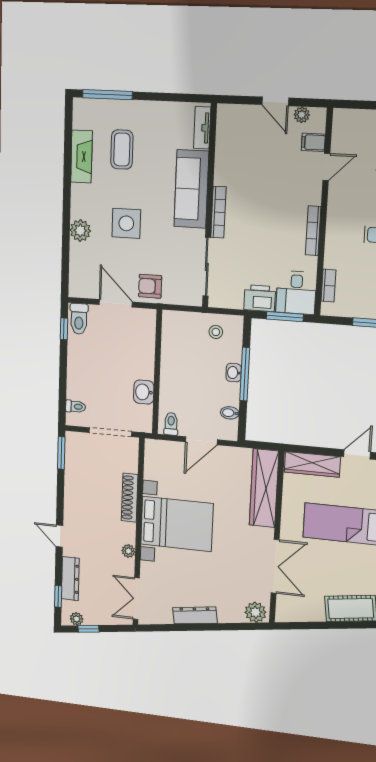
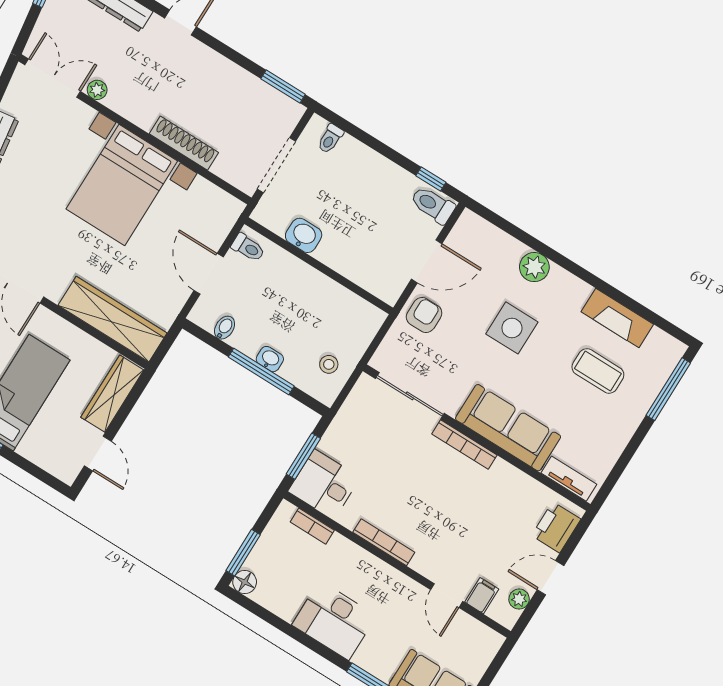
printer: (260, 298) -> (556, 527), moved, turned 180
plant: (128, 551) -> (97, 90), moved

